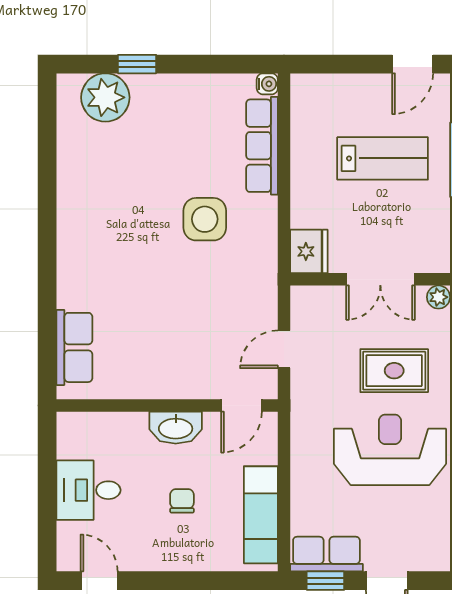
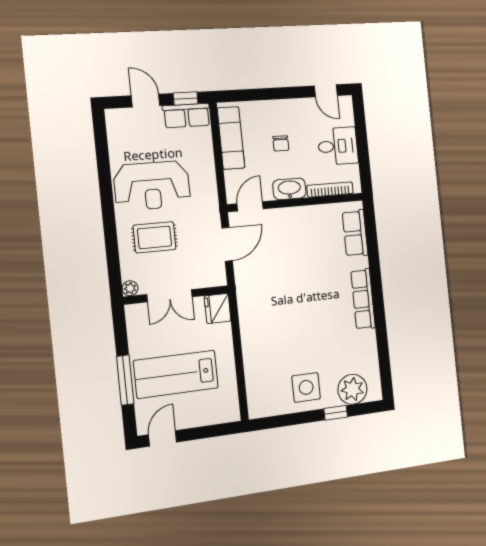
water cooler: (267, 84) -> (255, 412), removed
row of seats: (262, 146) -> (363, 299), moved, turned 180
lab bench: (383, 158) -> (176, 374), width x1.36, depth x1.39
side table: (205, 219) -> (306, 387), moved
double door: (380, 279) -> (170, 296), swing flipped
door: (284, 349) -> (227, 244), width x1.38
bookcase: (109, 421) -> (330, 189), added

